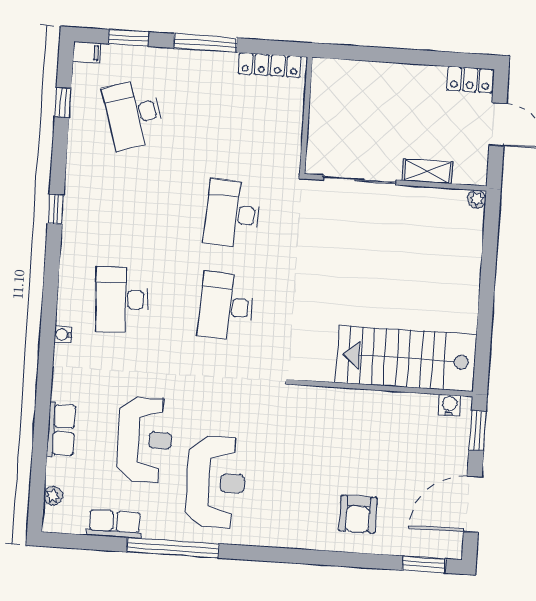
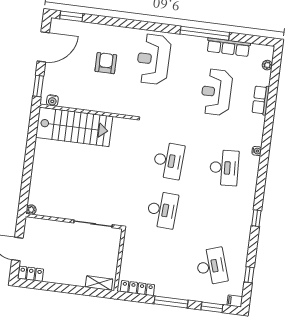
shelving: (428, 171) -> (99, 283), moved
reception desk: (216, 482) -> (153, 59), moved
armchair: (358, 514) -> (106, 63), moved
row of seats: (115, 524) -> (228, 47), width x1.48

